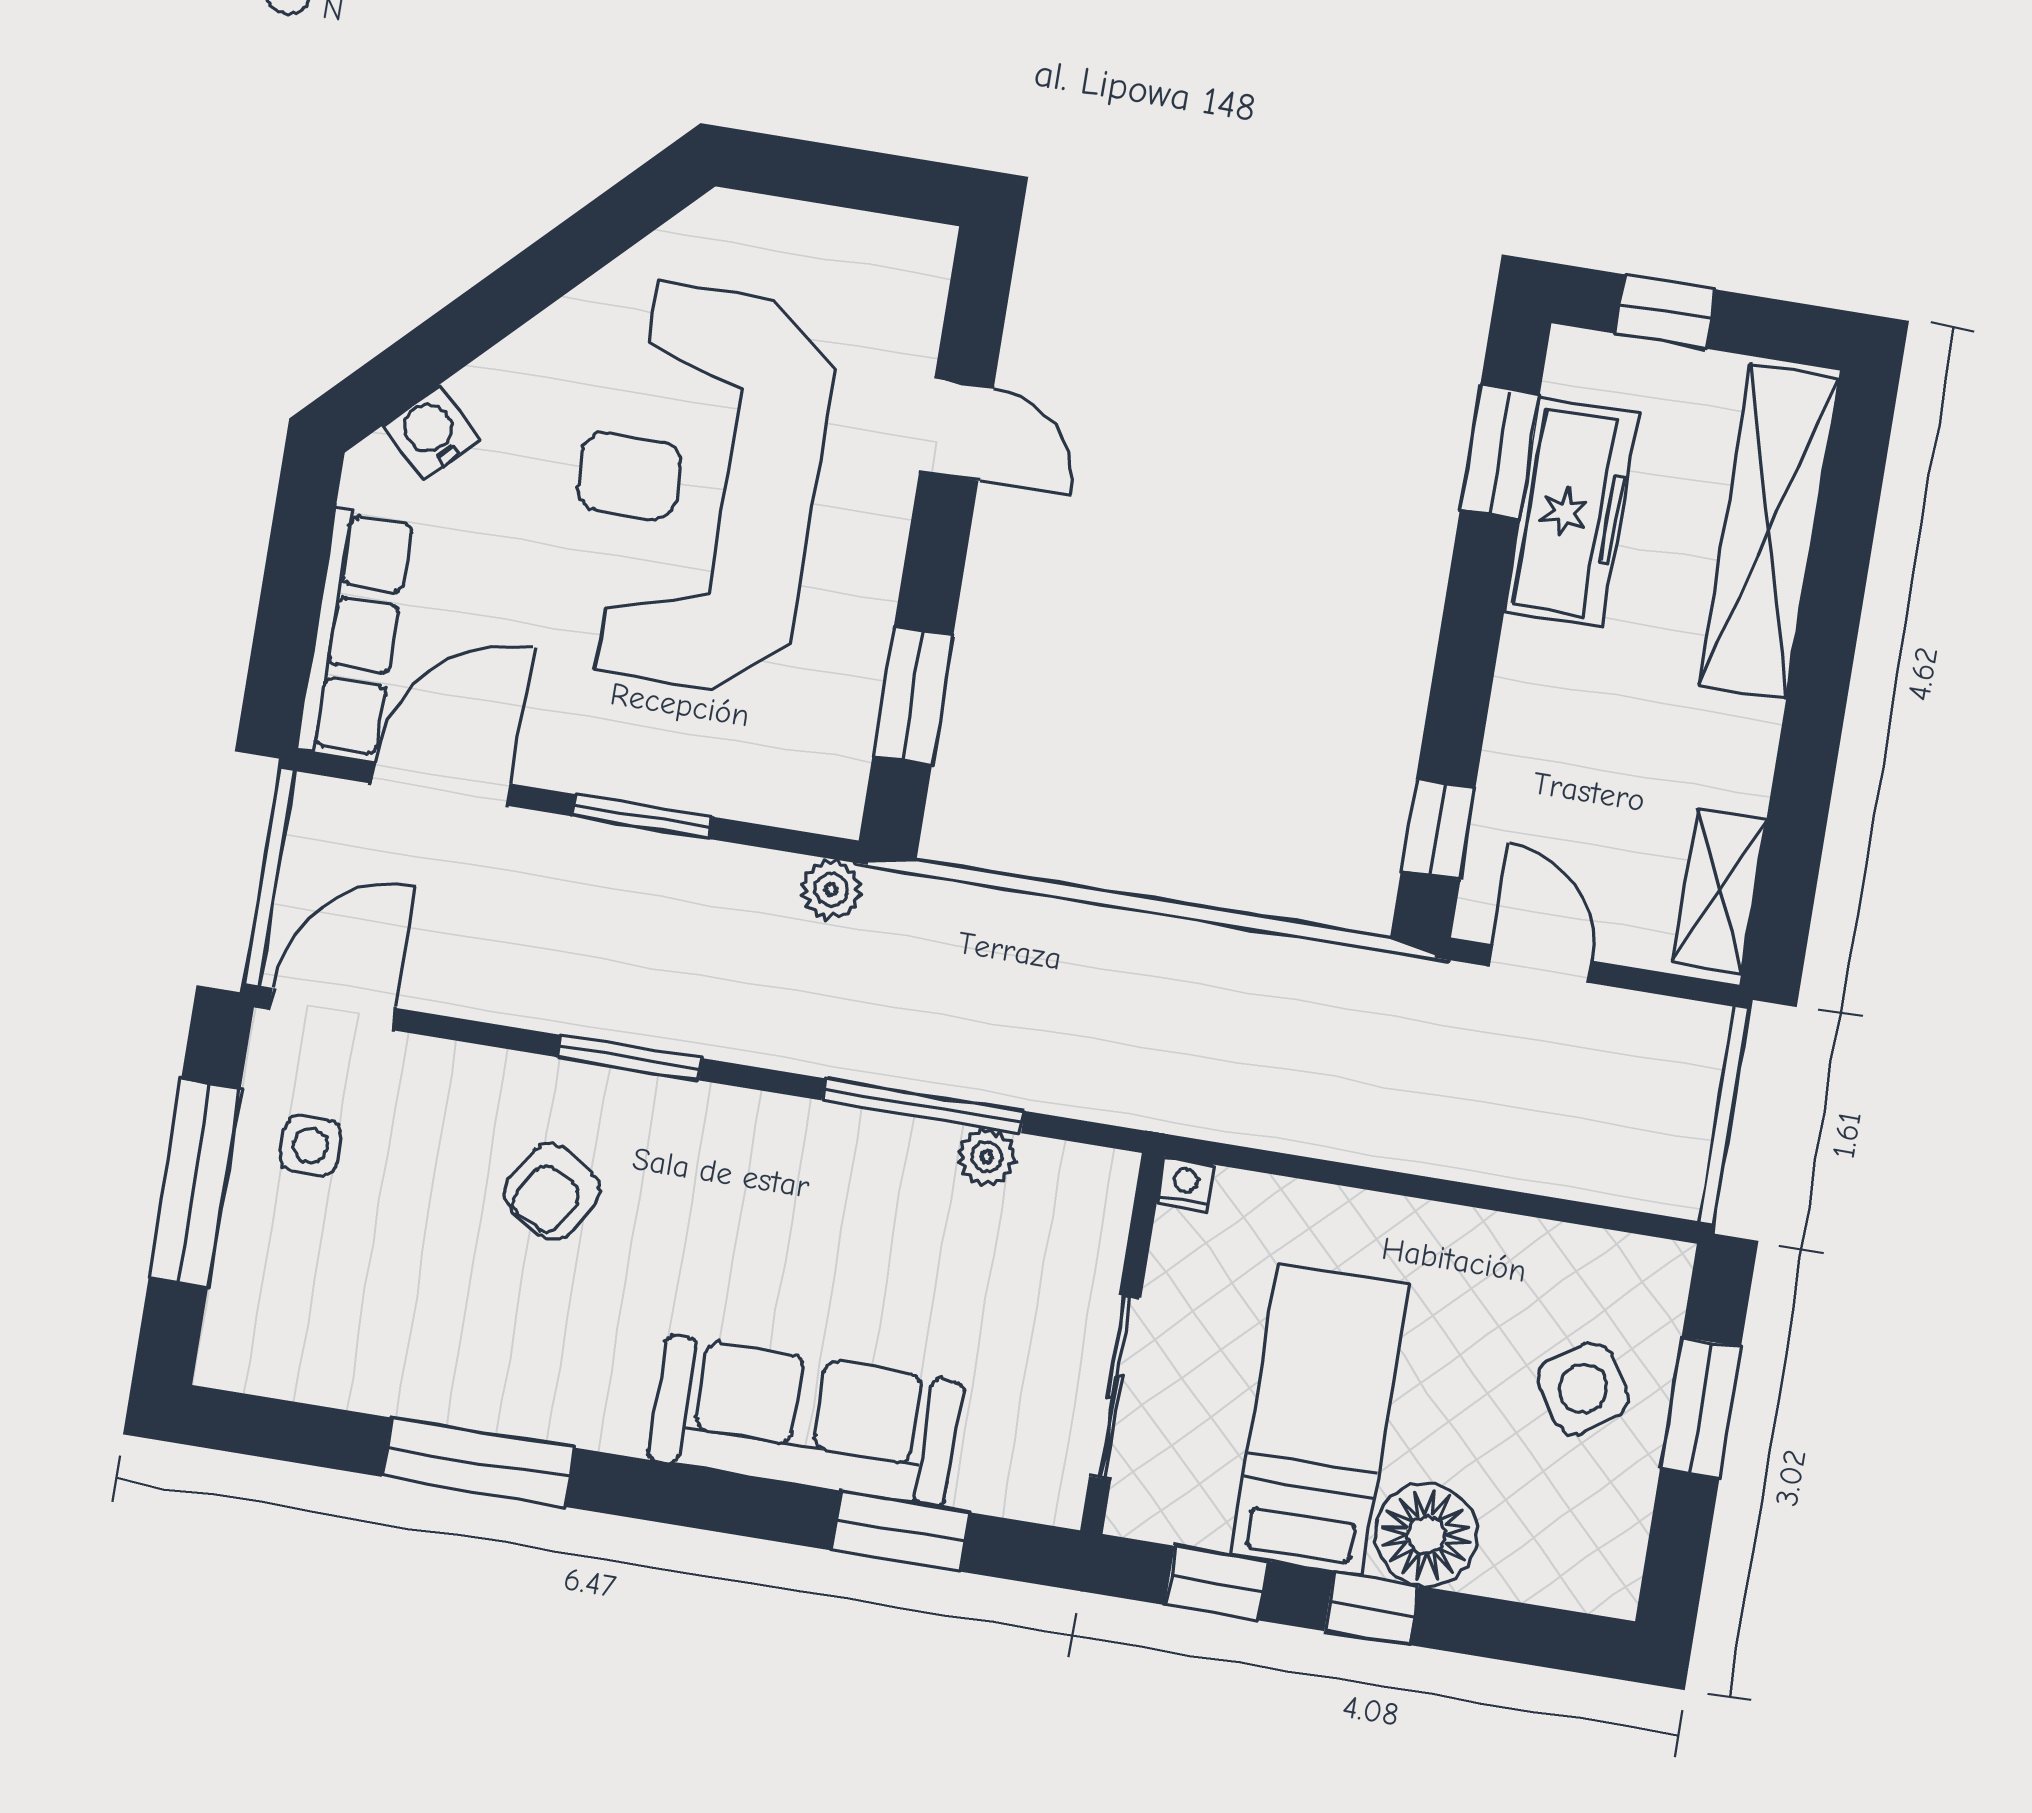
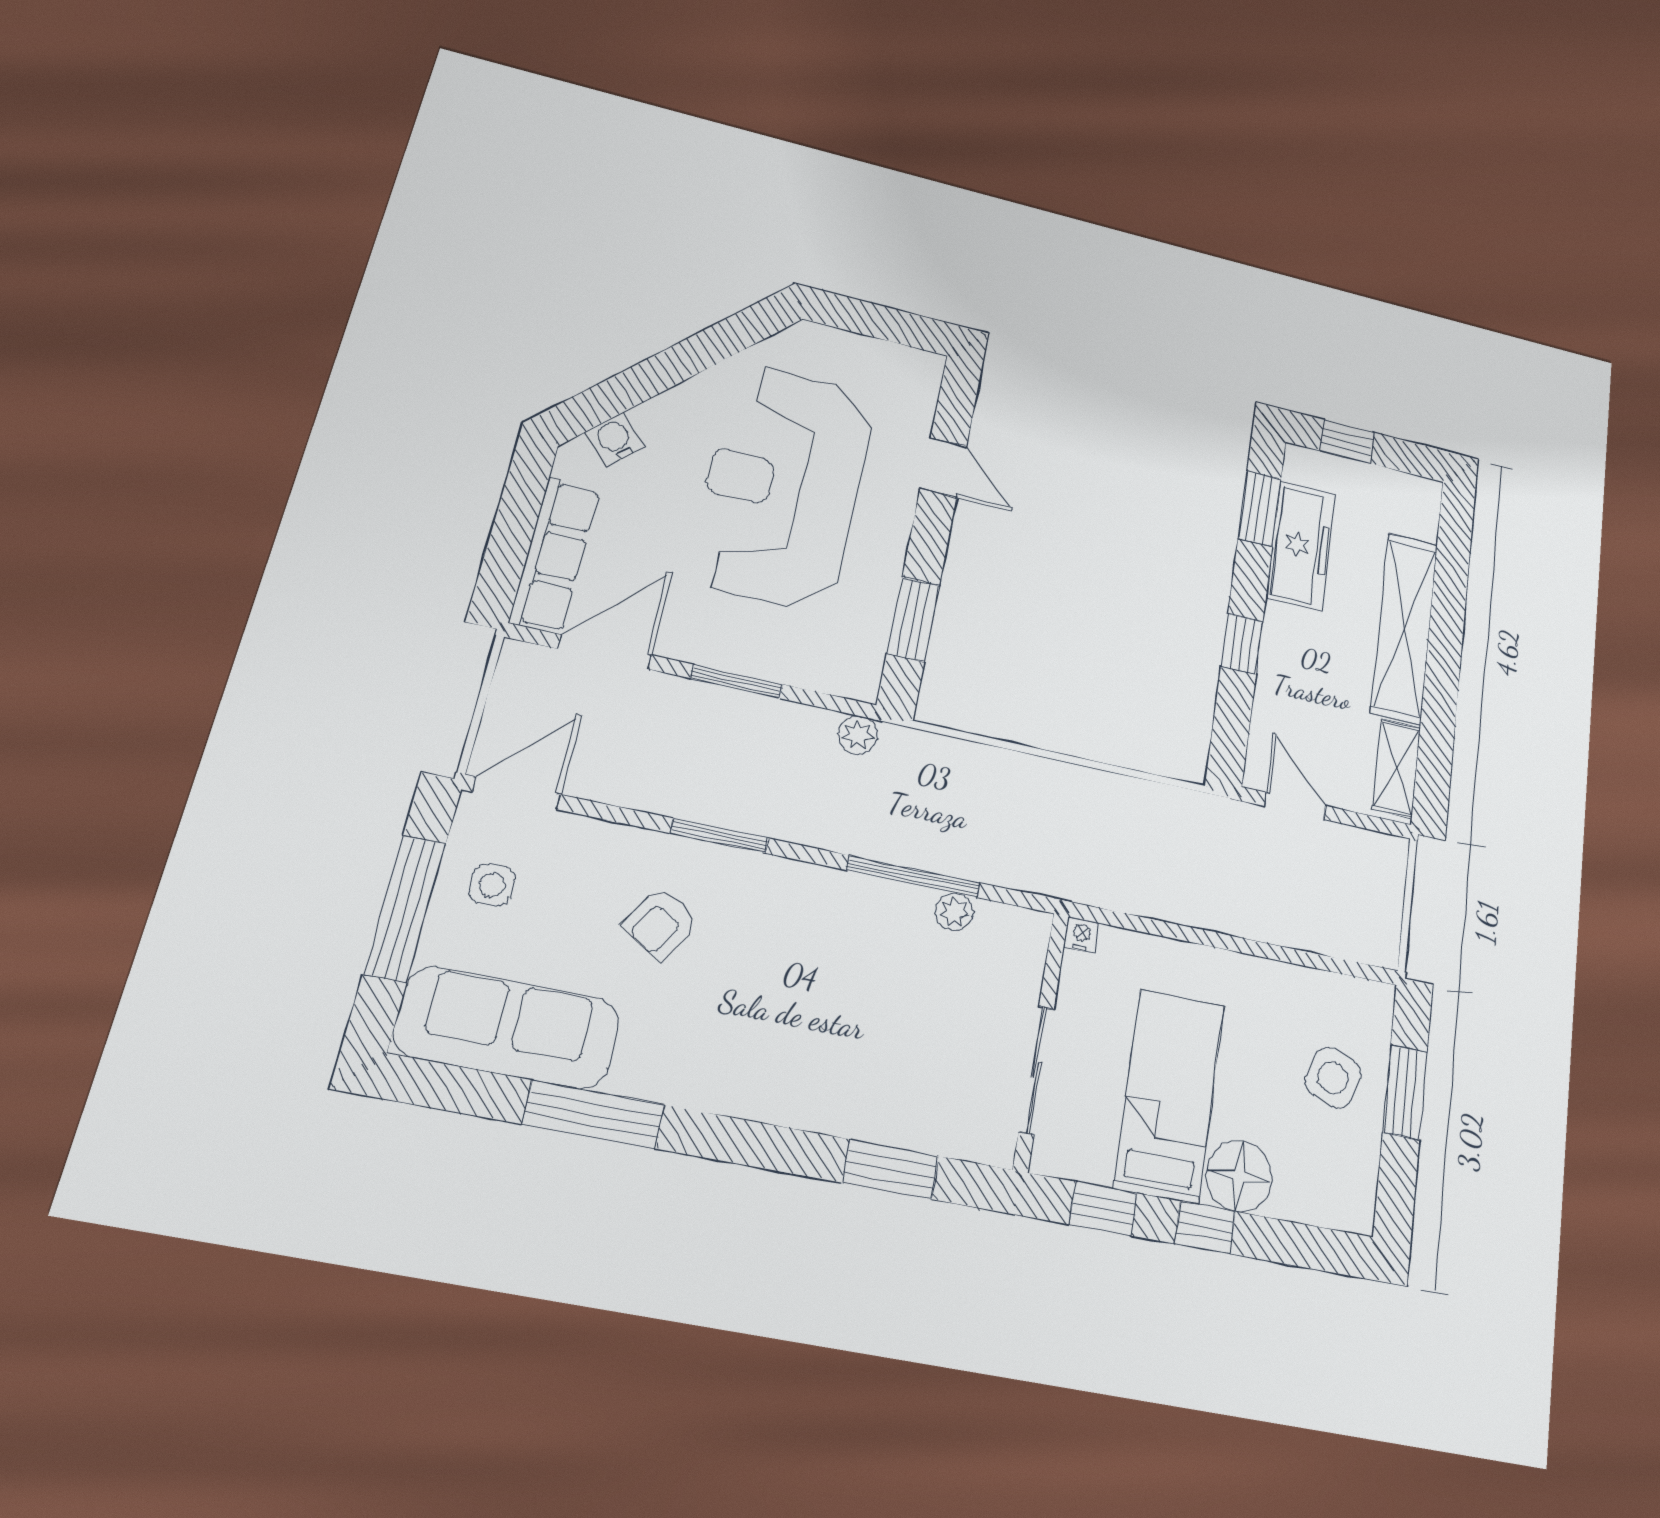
shelving: (1769, 532) -> (1405, 628), moved
window: (1438, 830) -> (1242, 644), moved
side table: (1583, 1388) -> (1333, 1078), turned -36
sofa: (805, 1421) -> (507, 1028), moved

